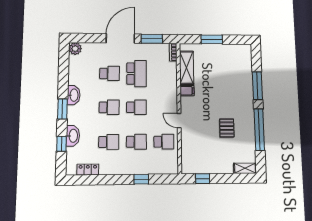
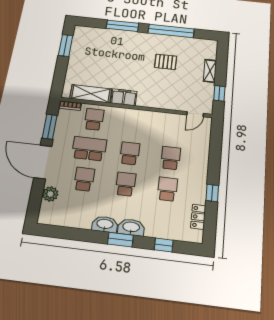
window: (212, 39) -> (66, 45), moved
plant: (75, 49) -> (50, 194), moved
filing cabinet: (187, 91) -> (124, 97), width x2.00
door: (179, 121) -> (195, 114), moved
washbasin: (73, 136) -> (131, 227), moved
school desk: (164, 142) -> (94, 119), moved
shelving: (245, 168) -> (210, 71), moved
window: (141, 179) -> (212, 193), moved

